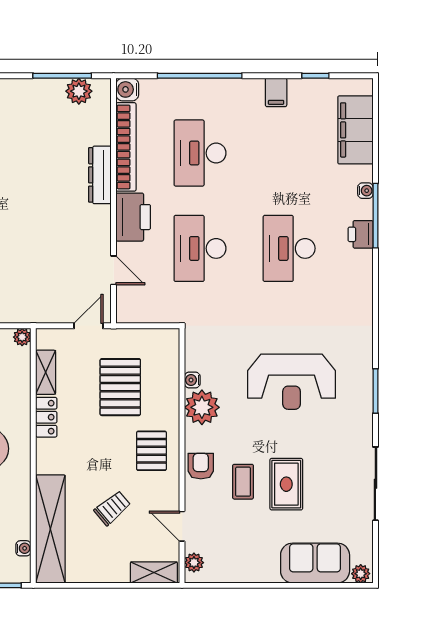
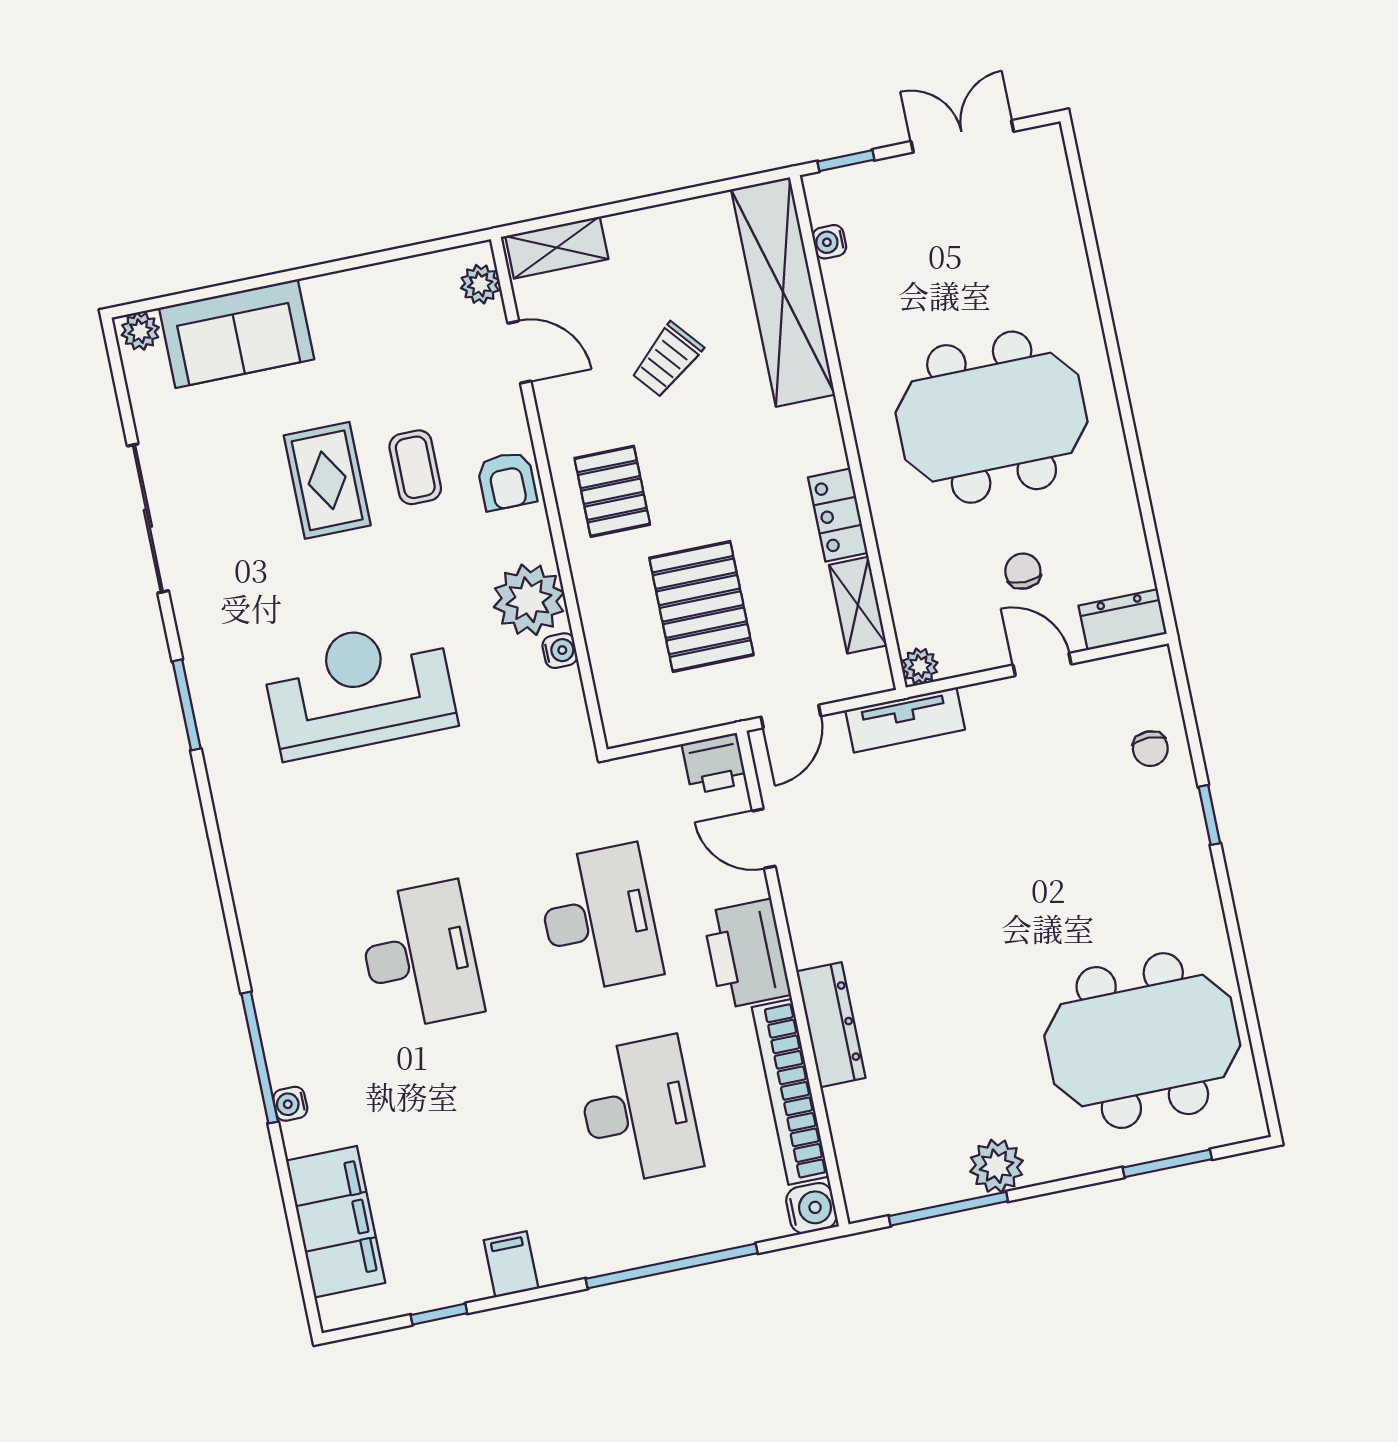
plant: (79, 91) -> (996, 1166), moved
printer: (361, 234) -> (714, 764), moved, turned 90
tv unit: (34, 313) -> (905, 720), added

